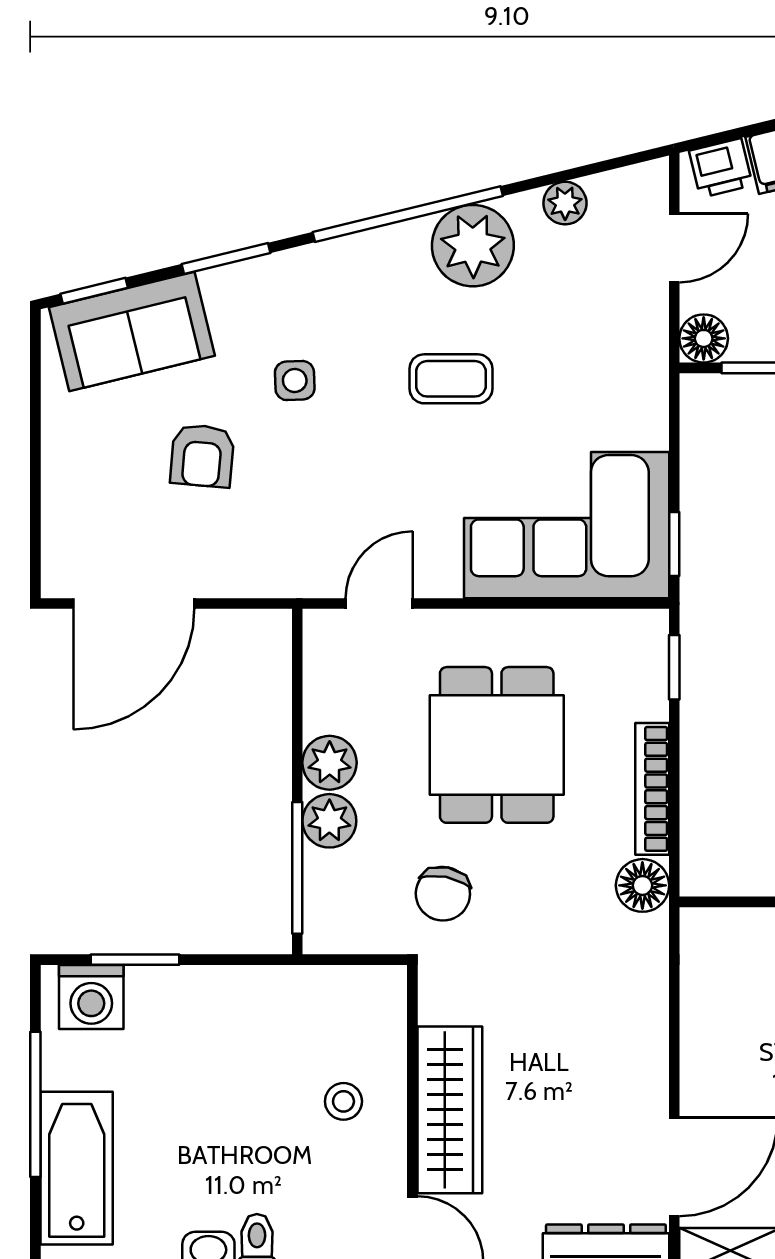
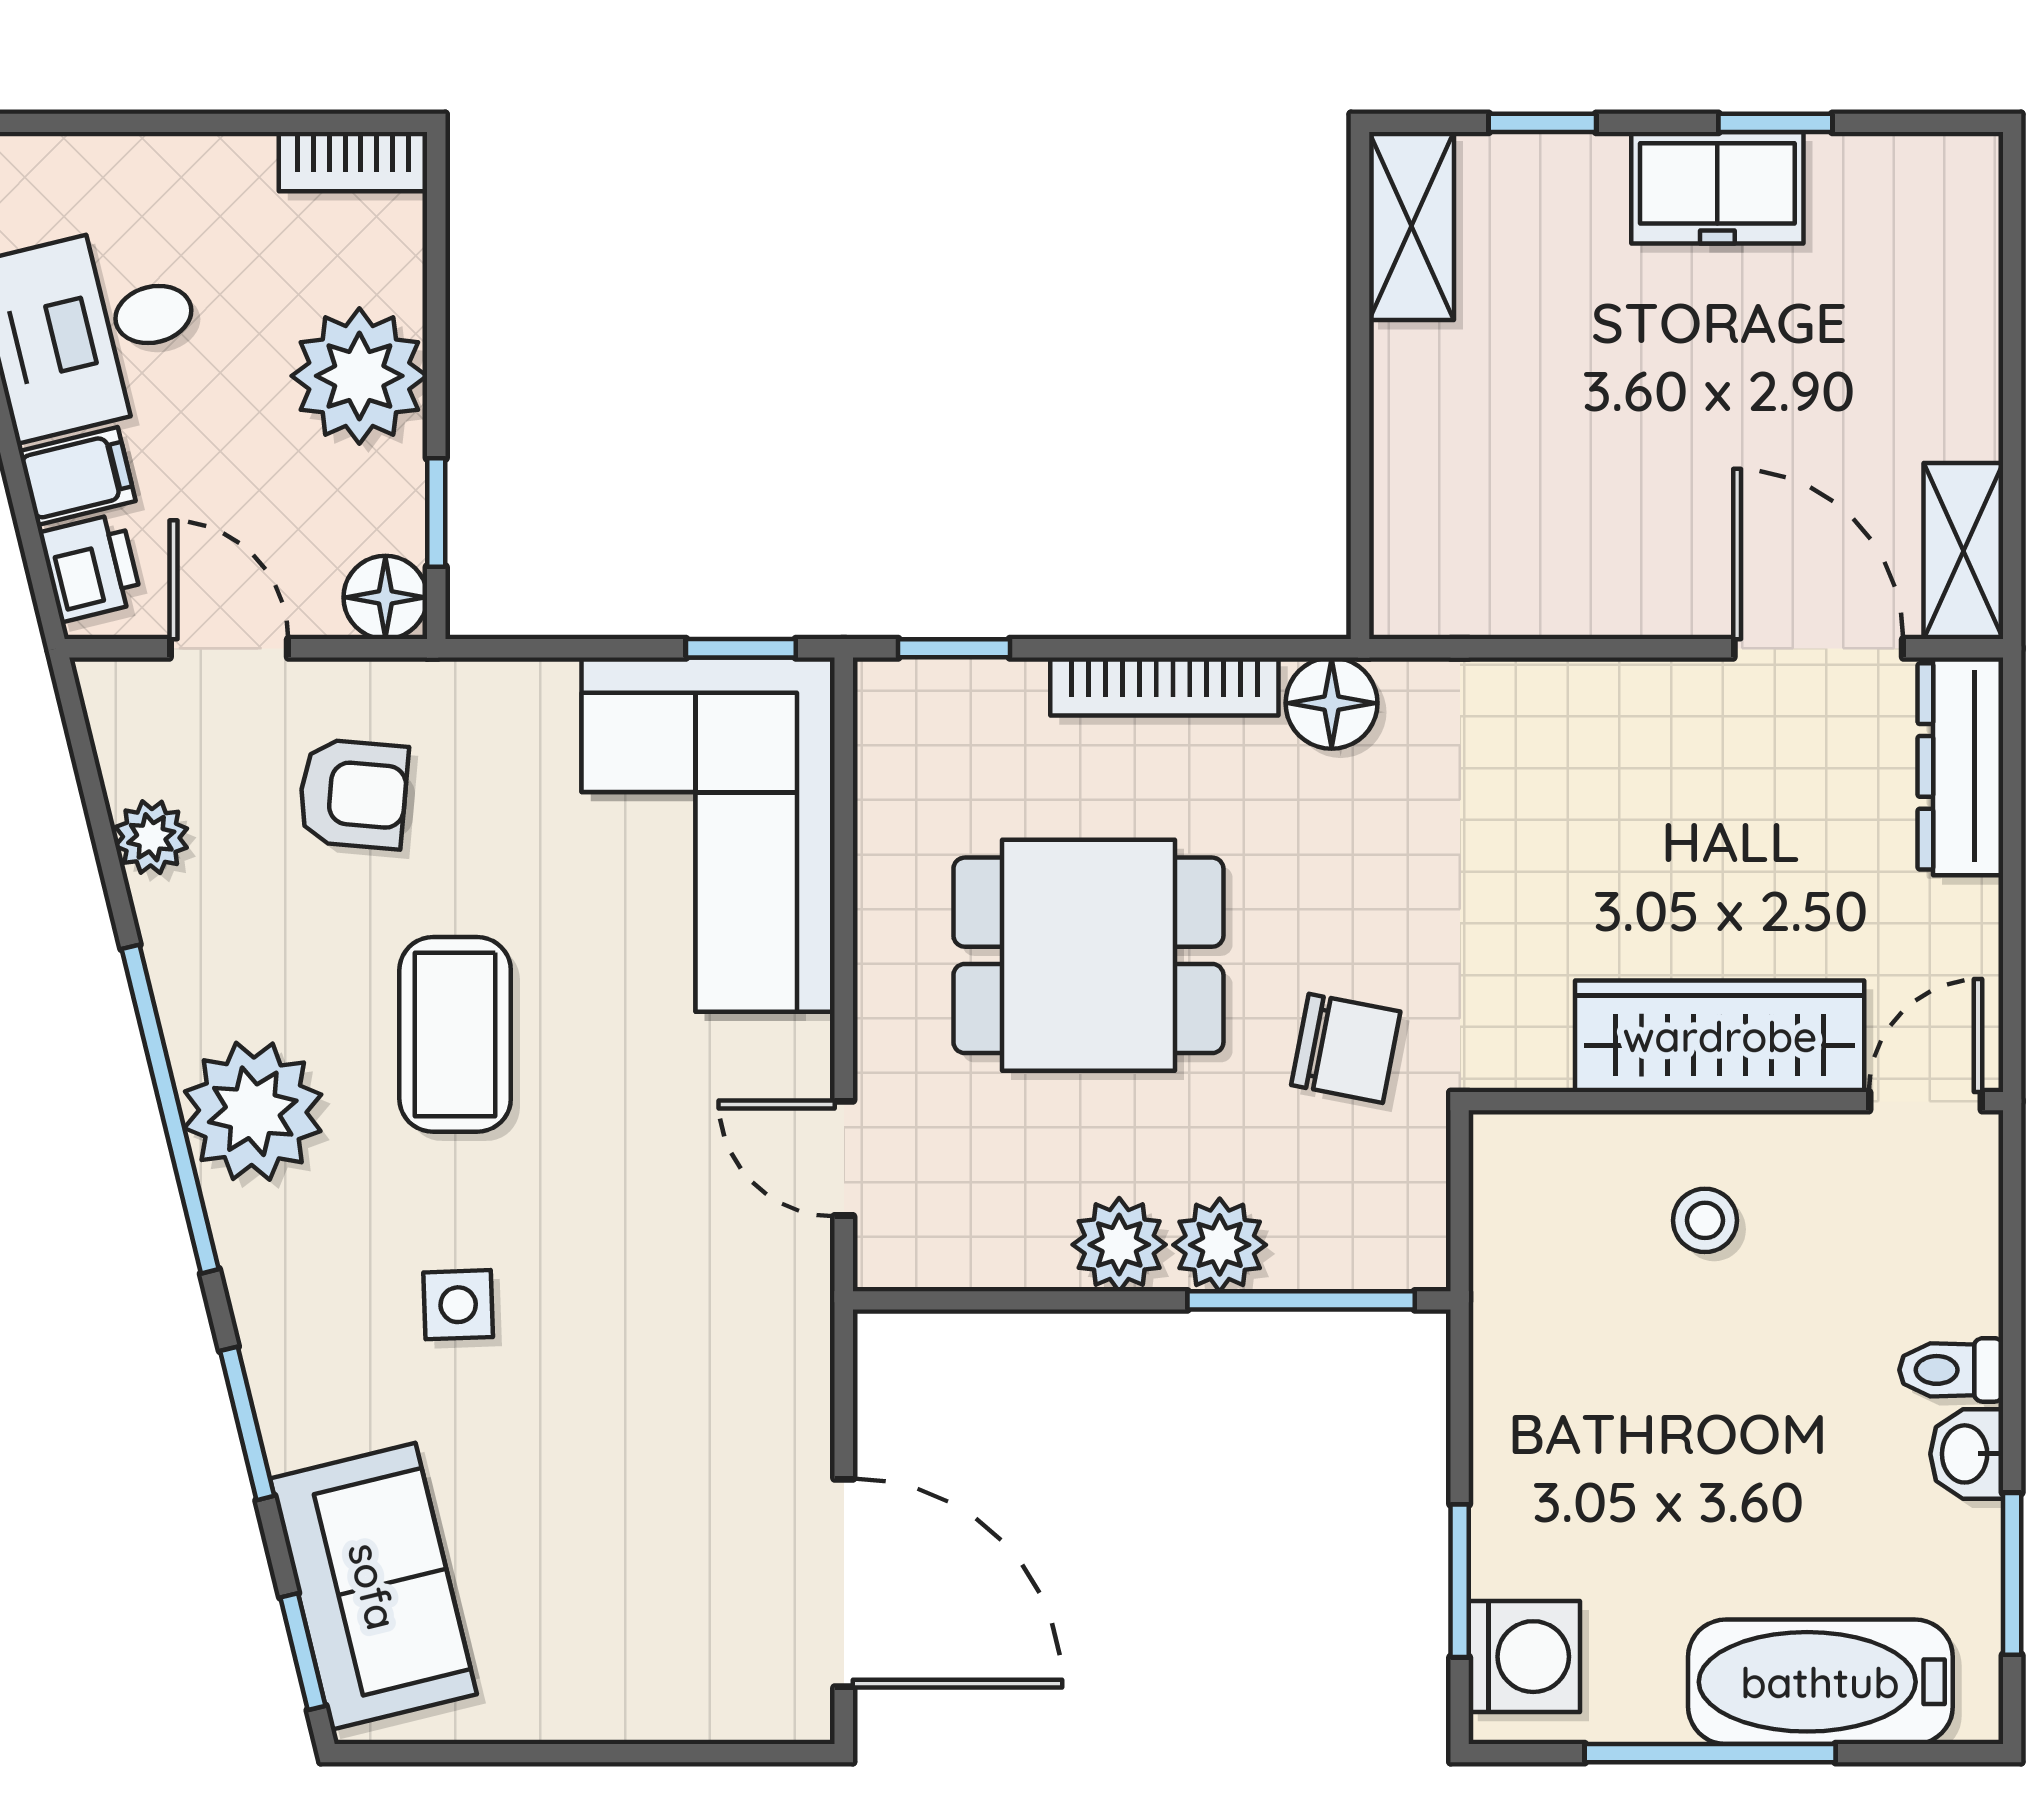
plant: (473, 246) -> (253, 1111), moved
coffee table: (451, 379) -> (455, 1034), width x1.36, depth x1.30
armchair: (202, 456) -> (353, 794), moved

